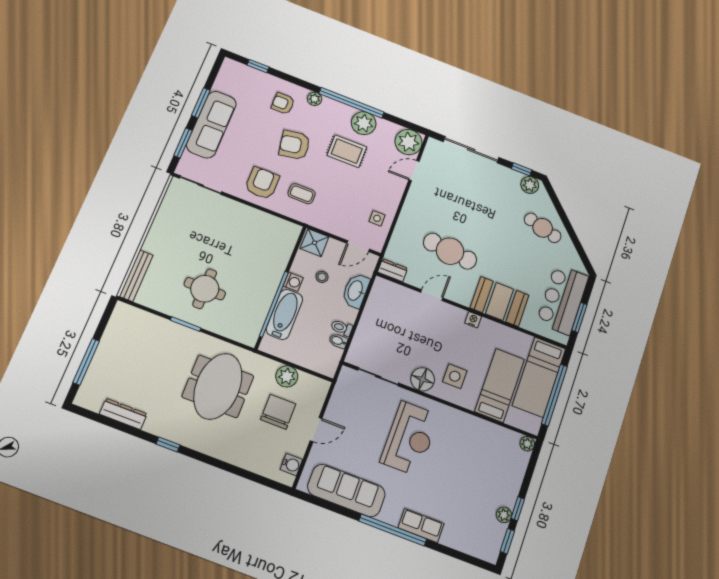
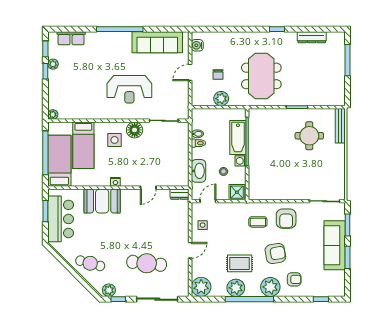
plant: (314, 99) -> (270, 287), width x1.87, depth x1.87
door: (414, 171) -> (190, 250), moved
cafe table: (450, 251) -> (147, 263), moved
round table: (205, 289) -> (309, 136), moved
chair: (278, 412) -> (218, 74), width x0.54, depth x0.54
reception desk: (410, 438) -> (129, 89), turned -90
row of seats: (421, 526) -> (71, 38), moved

